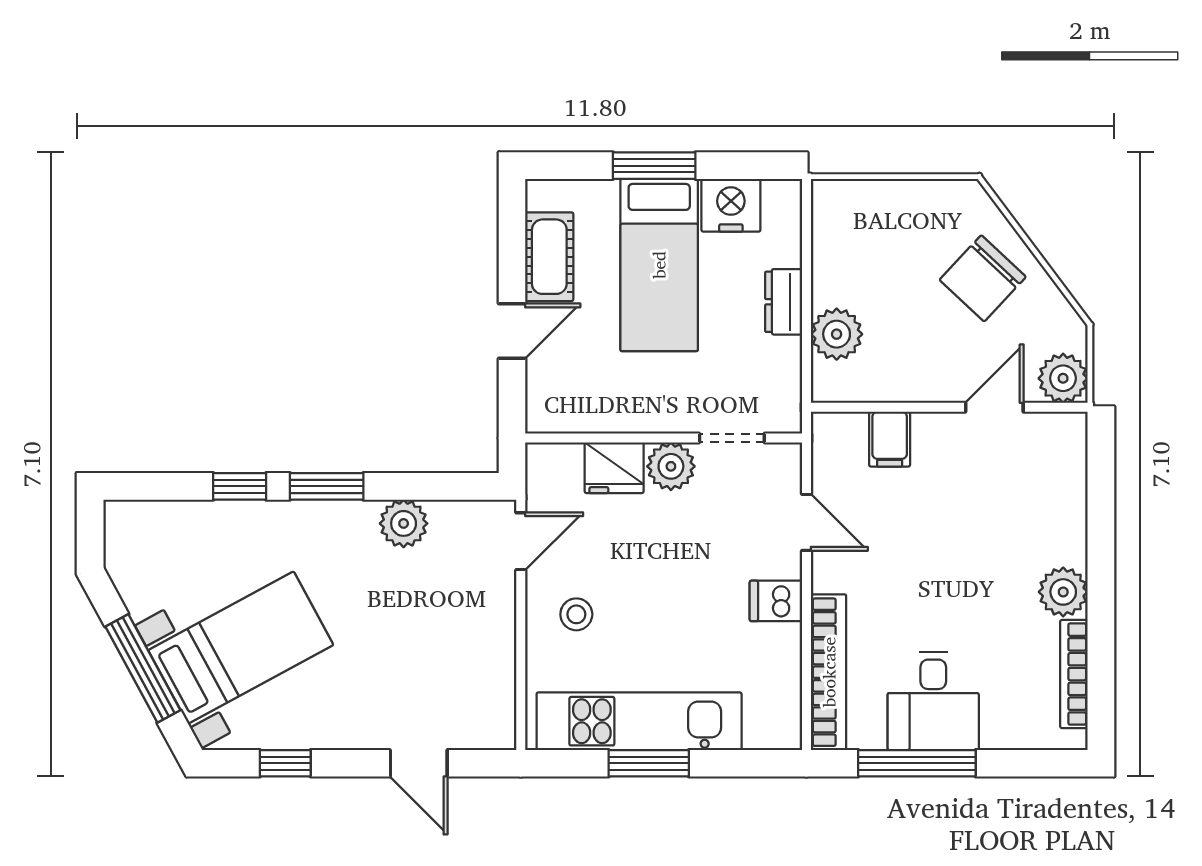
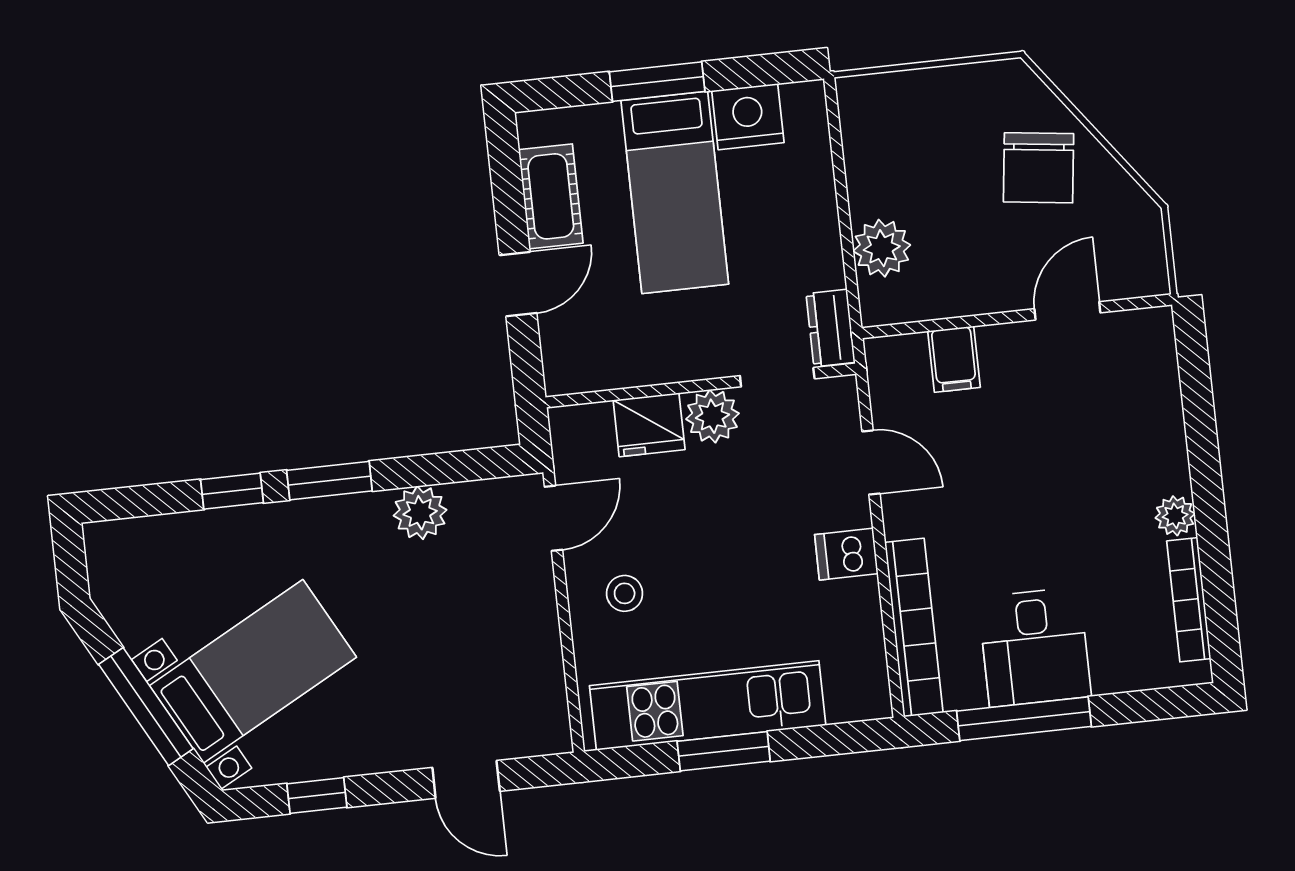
chair: (983, 278) -> (1039, 168), turned -36
dresser: (784, 302) -> (831, 328), moved
plant: (1063, 378) -> (1141, 270), removed
plant: (1063, 592) -> (1175, 516), width x0.73, depth x0.73

